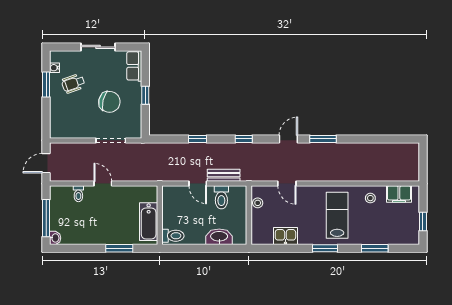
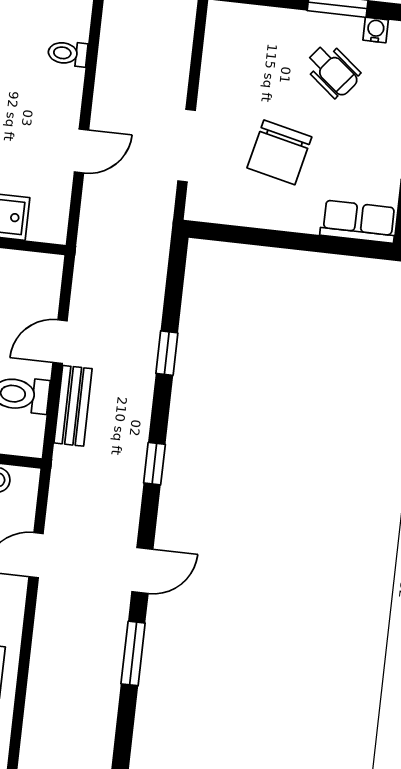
wheelchair: (73, 84) -> (333, 71), turned 148
window: (145, 95) -> (285, 240), removed
door: (288, 139) -> (142, 570), hinge flipped
door: (103, 184) -> (81, 151), moved

